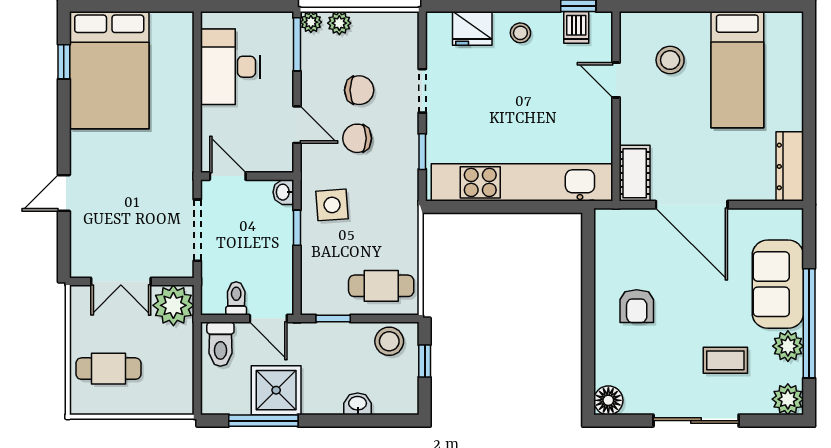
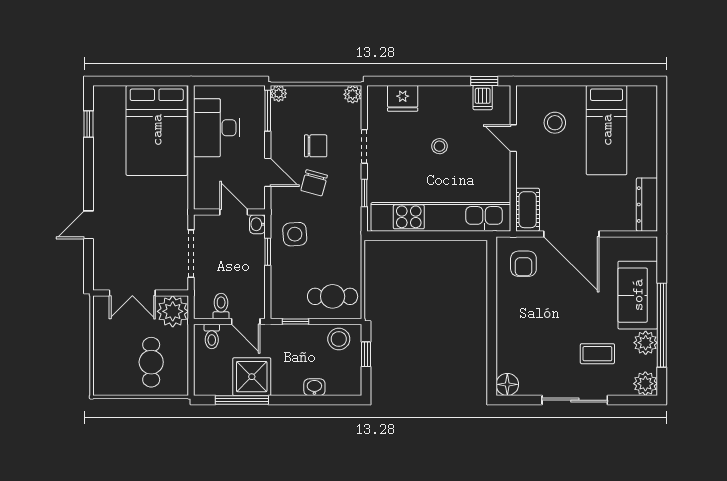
plant: (339, 23) -> (353, 94), moved
stool: (520, 33) -> (439, 146), moved
bed: (109, 70) -> (157, 130), moved
chair: (357, 138) -> (314, 183), turned -75
door: (228, 176) -> (234, 212), moved
armchair: (637, 306) -> (523, 264), moved
toilet: (220, 344) -> (212, 337), width x0.73, depth x0.72
cafe table: (108, 369) -> (151, 362), moved, turned 90

